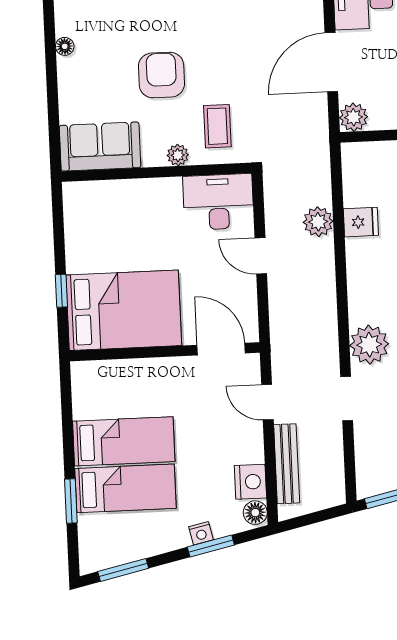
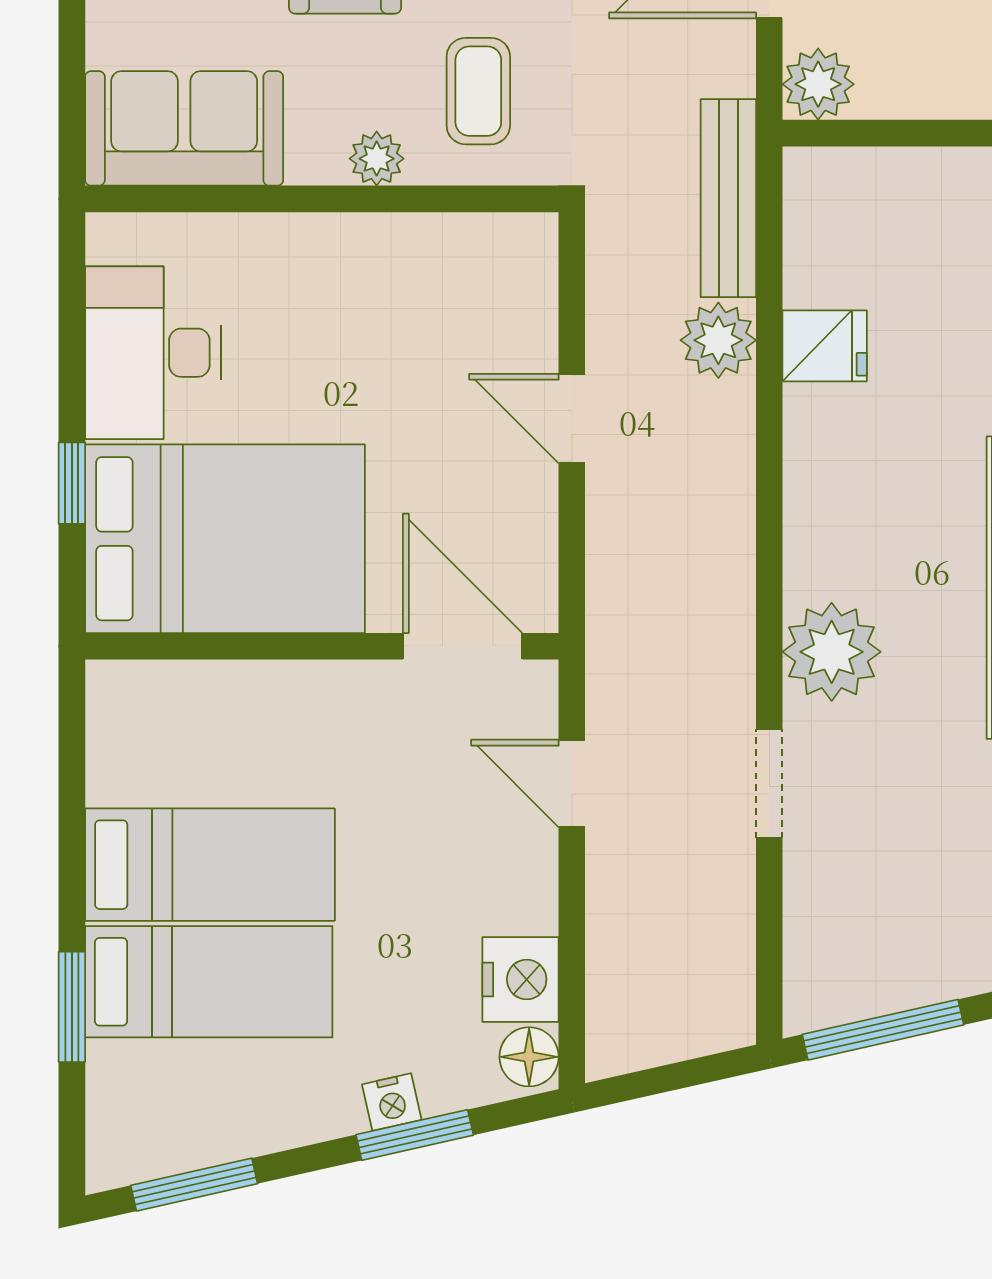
desk: (218, 202) -> (153, 353), moved, turned -90
bench: (287, 464) -> (728, 198), moved

